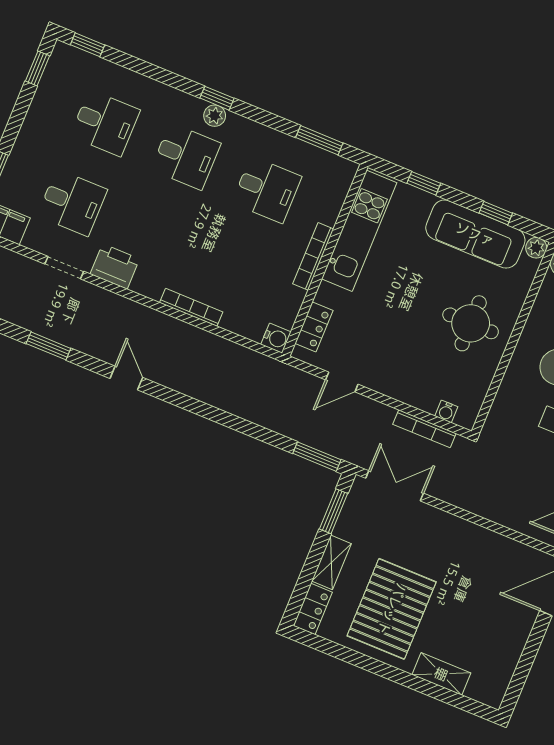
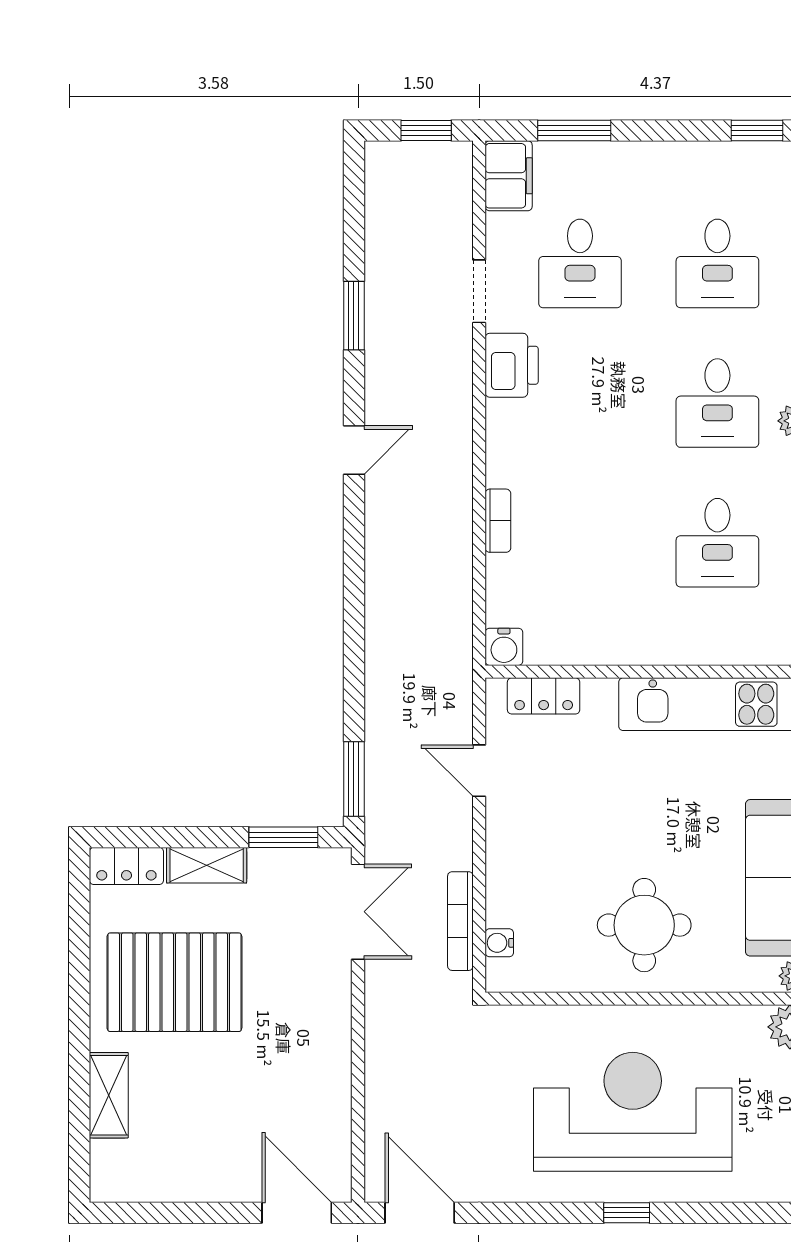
bookcase: (313, 256) -> (647, 652), removed
bookcase: (191, 307) -> (498, 521), width x0.64

